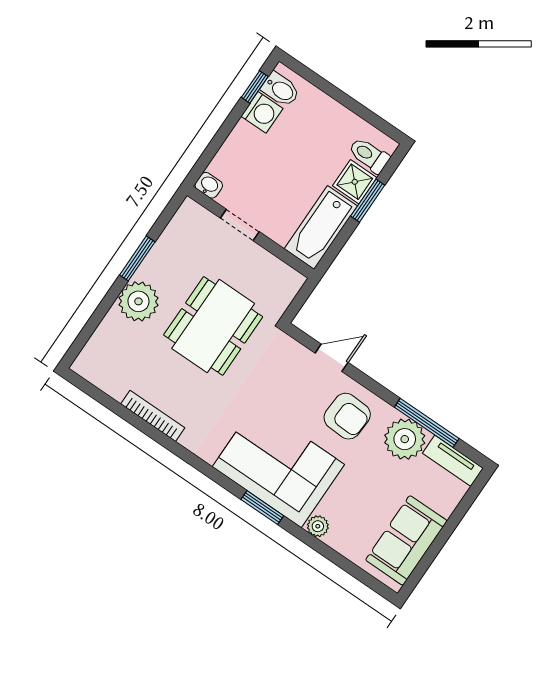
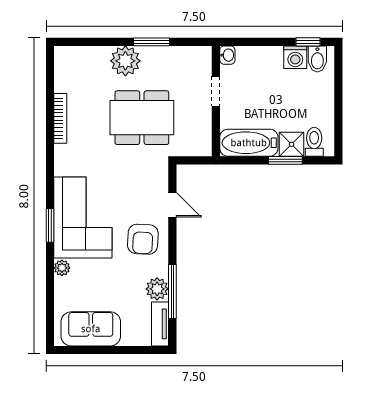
plant: (405, 439) -> (157, 289), width x0.73, depth x0.73

